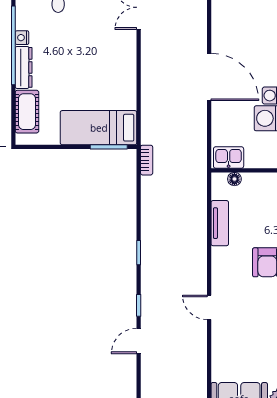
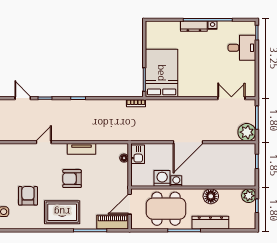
cot: (27, 112) -> (166, 28), removed
bed: (99, 128) -> (162, 73), width x1.50
tv unit: (220, 223) -> (81, 149), moved

